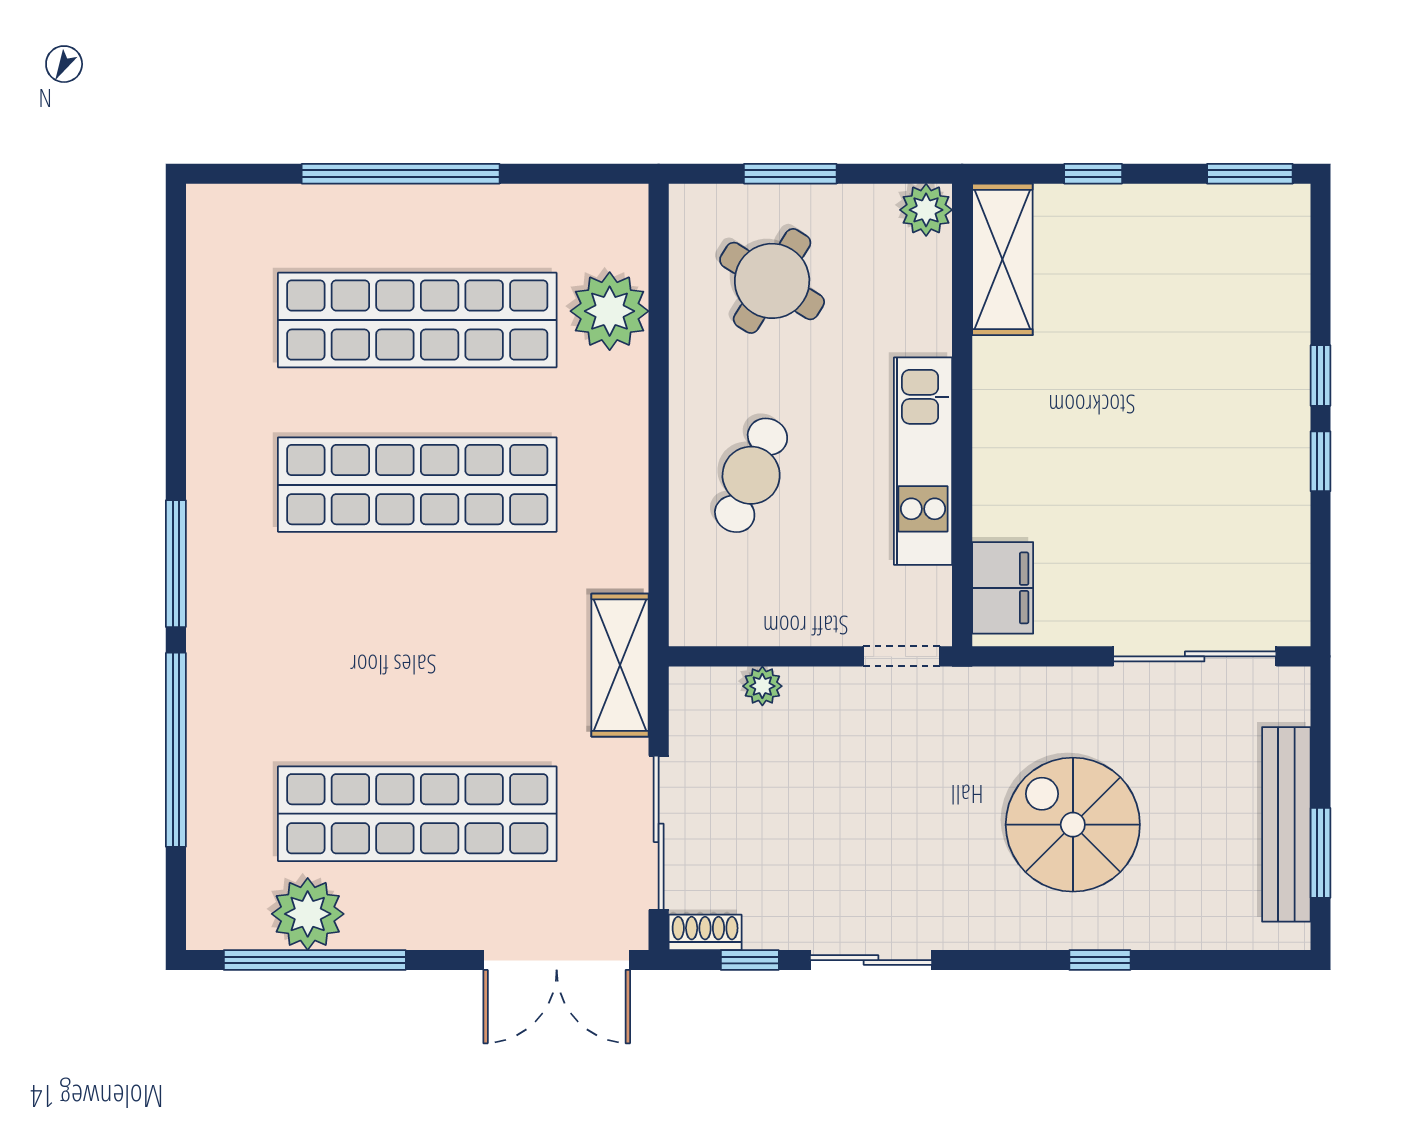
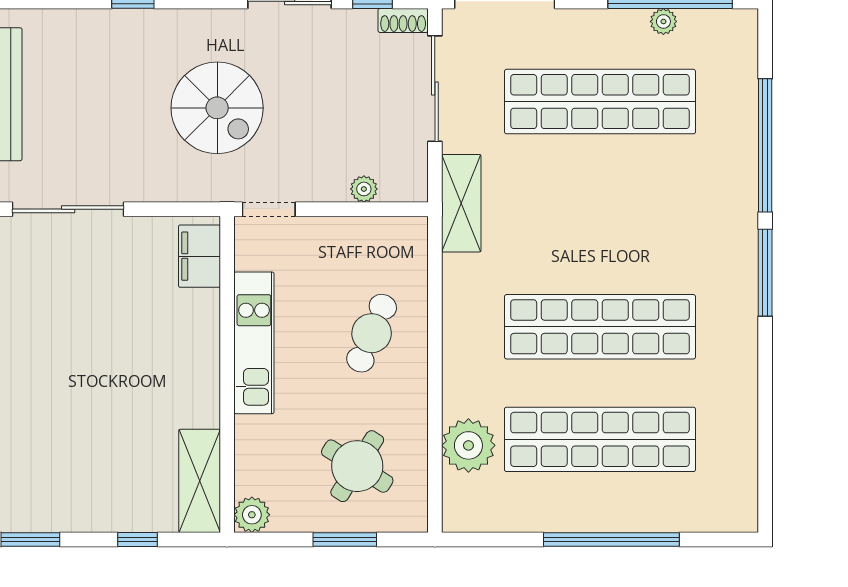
spiral stairs: (1073, 825) -> (217, 108), moved
plant: (308, 914) -> (663, 21), width x0.53, depth x0.53

